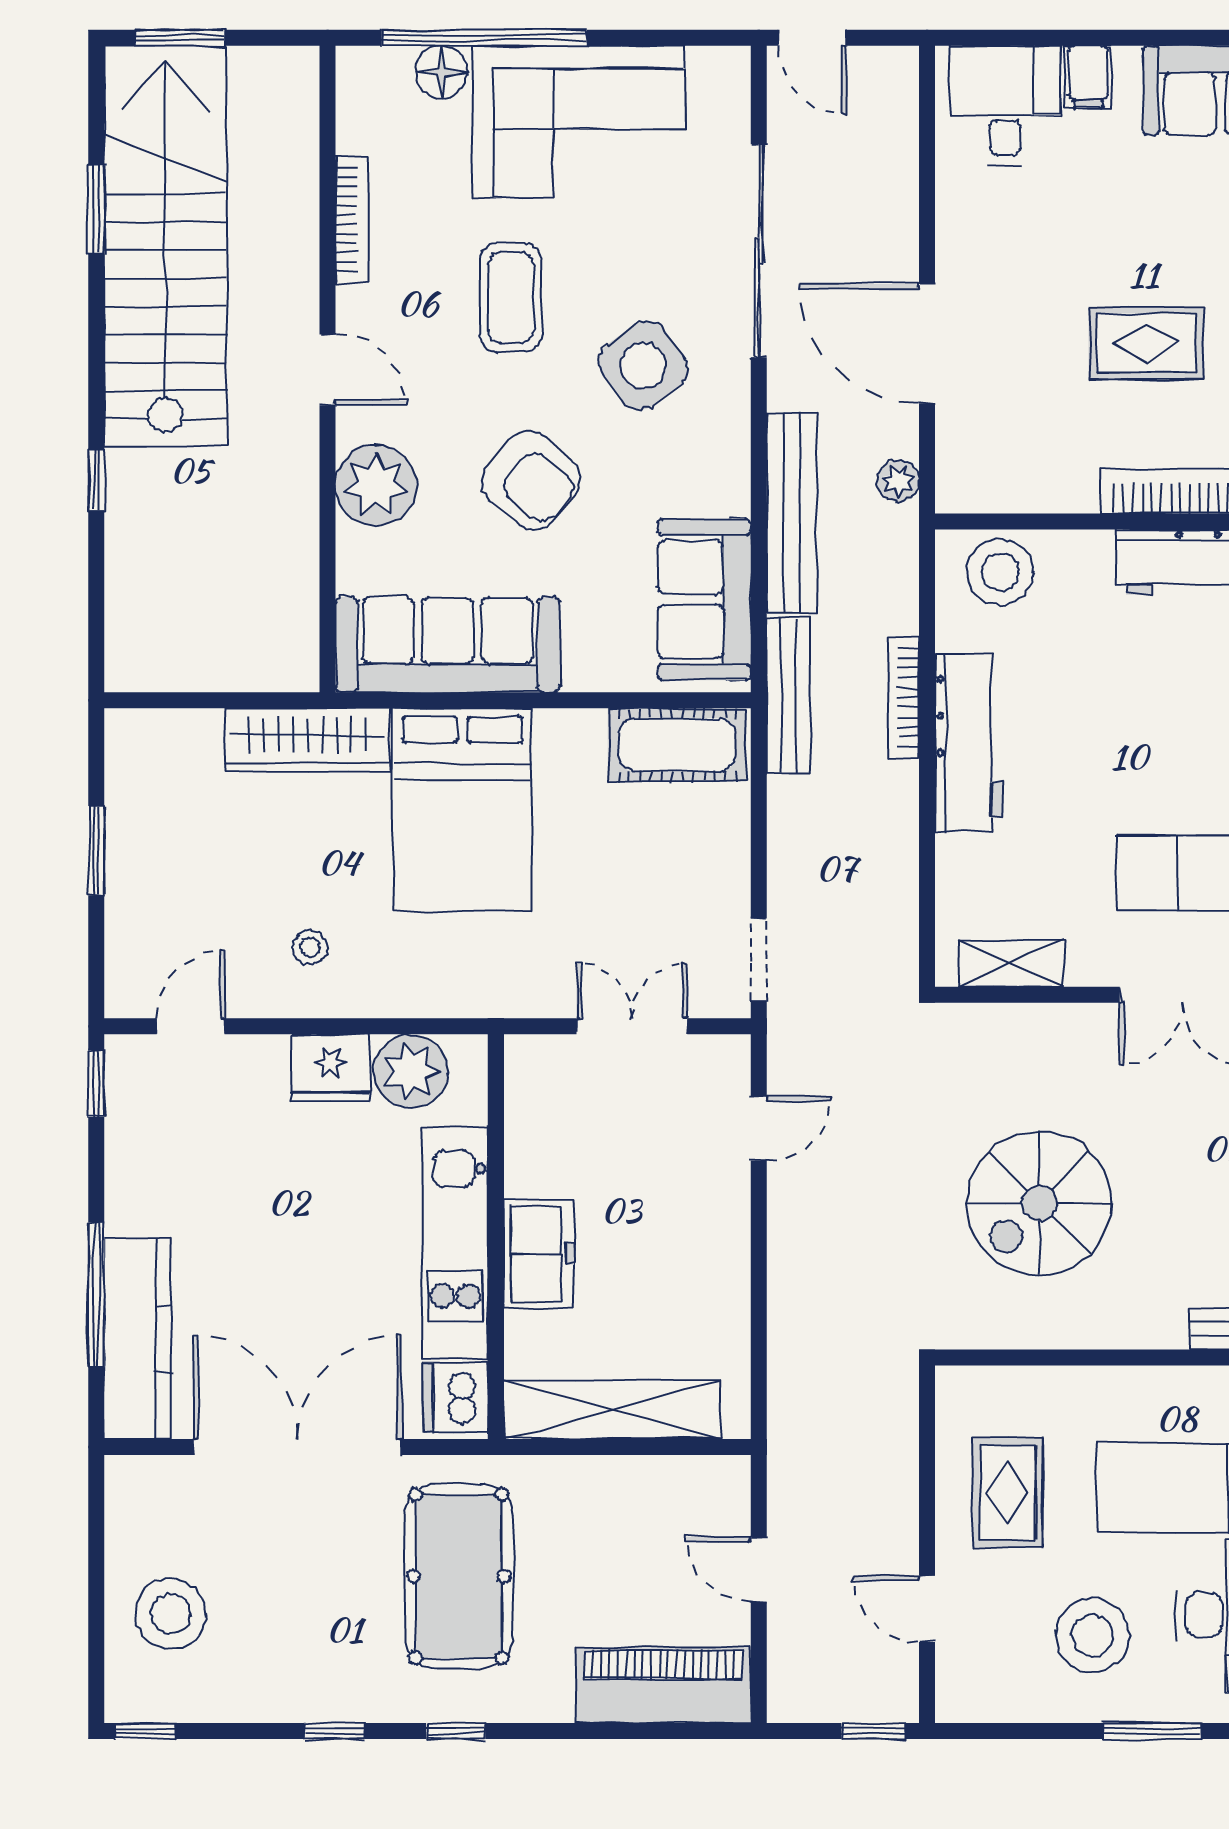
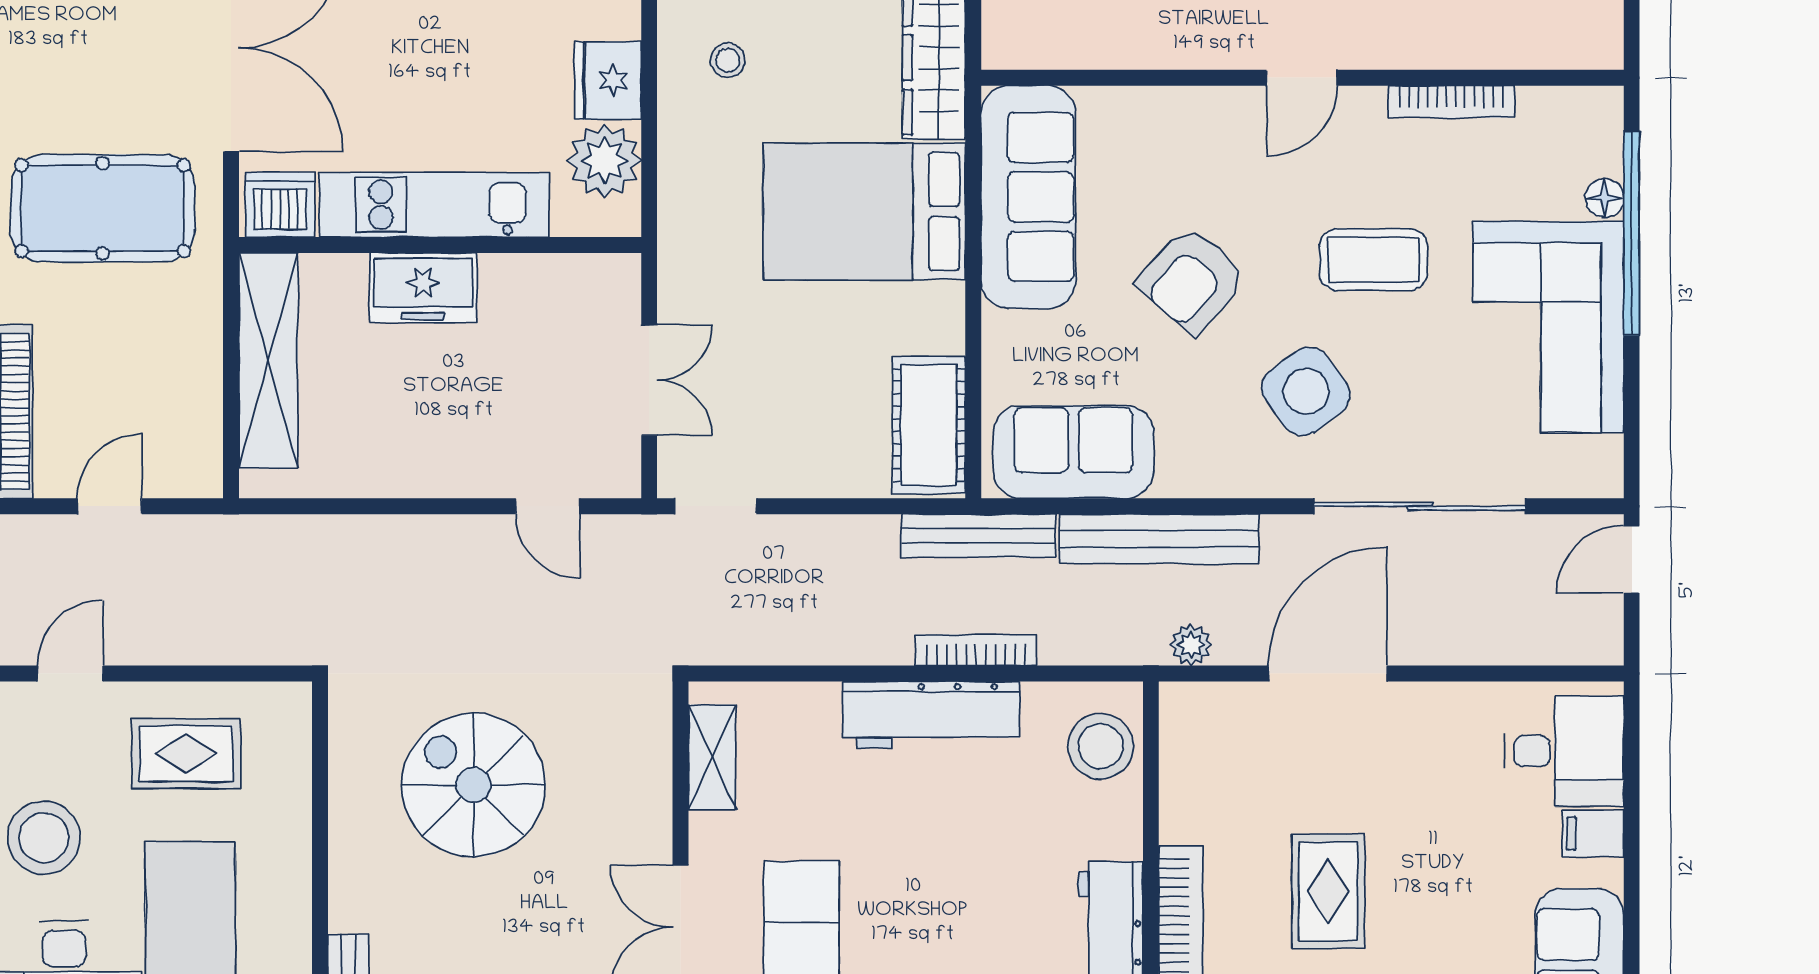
floor lamp: (442, 72) -> (1605, 198), width x0.73, depth x0.73
plant: (376, 485) -> (1187, 126), removed

